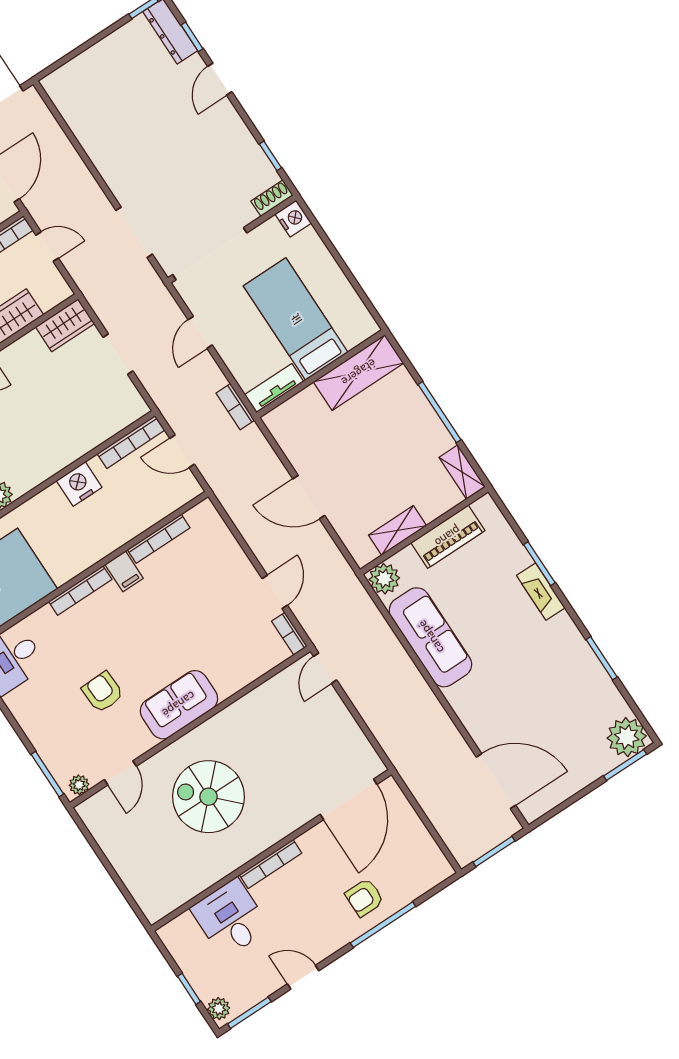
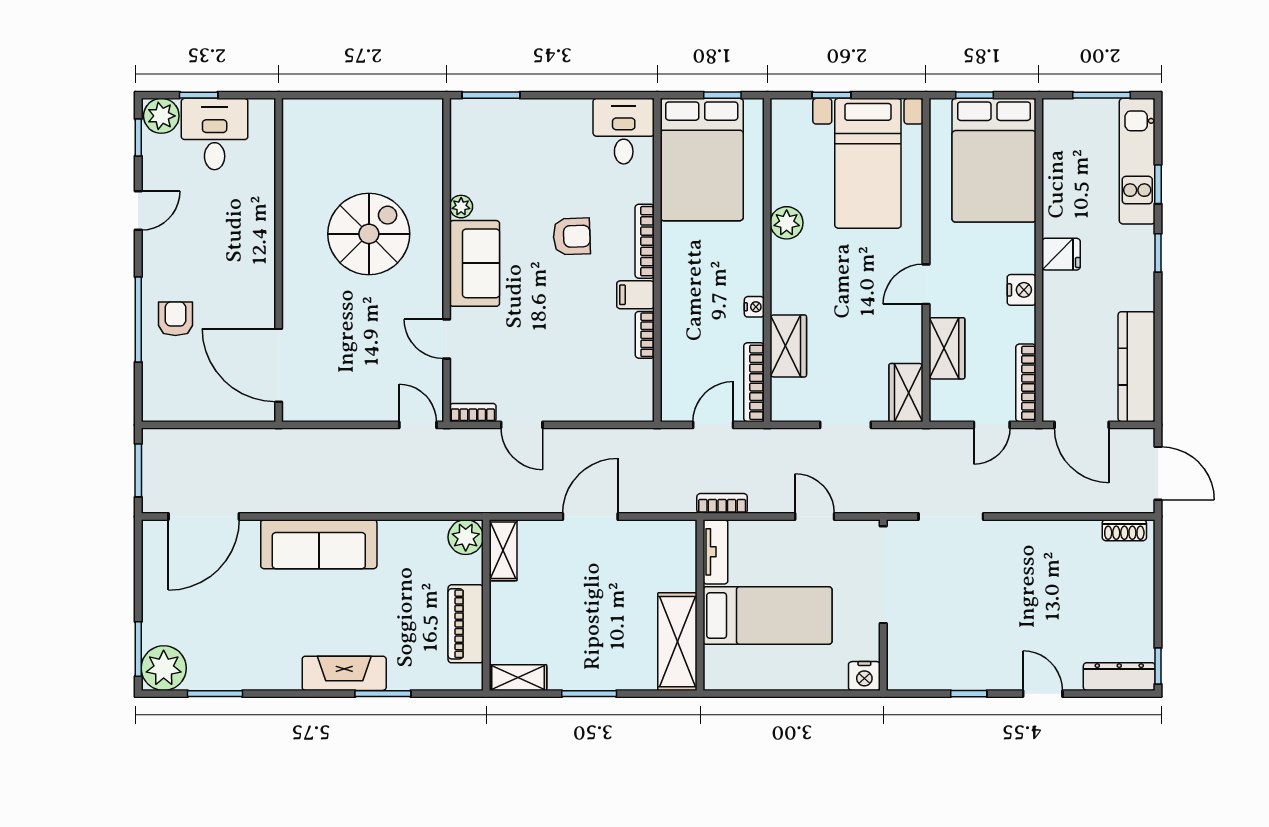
window: (192, 37) -> (1100, 694), removed
window: (270, 156) -> (969, 694), moved
shoe rack: (272, 198) -> (1124, 530), moved, turned 90
window: (439, 412) -> (589, 694), width x0.69
wardrobe: (88, 434) -> (788, 346), added
nightstand: (79, 484) -> (754, 307), width x0.53, depth x0.56
shelving: (398, 530) -> (503, 550), moved
bookcase: (159, 539) -> (645, 335), width x0.64
fireplace: (541, 592) -> (344, 673), width x1.37, depth x1.32
sofa: (430, 637) -> (319, 544), moved
window: (602, 658) -> (215, 694), moved
armchair: (103, 692) -> (572, 236), moved
door: (120, 773) -> (447, 339), moved
plant: (79, 785) -> (461, 207), moved
bookcase: (271, 864) -> (266, 251), removed
desk: (230, 918) -> (215, 134), moved, turned -90
plant: (219, 1009) -> (161, 116), width x1.38, depth x1.38
window: (249, 1013) -> (138, 138), width x0.67

